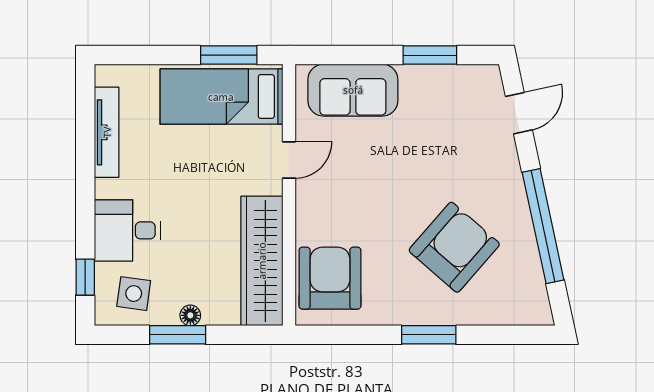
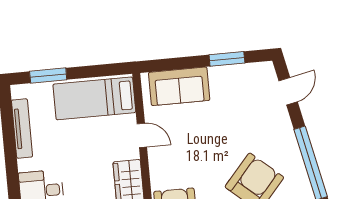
window: (229, 55) -> (48, 76), moved
door: (289, 160) -> (142, 135), hinge flipped

